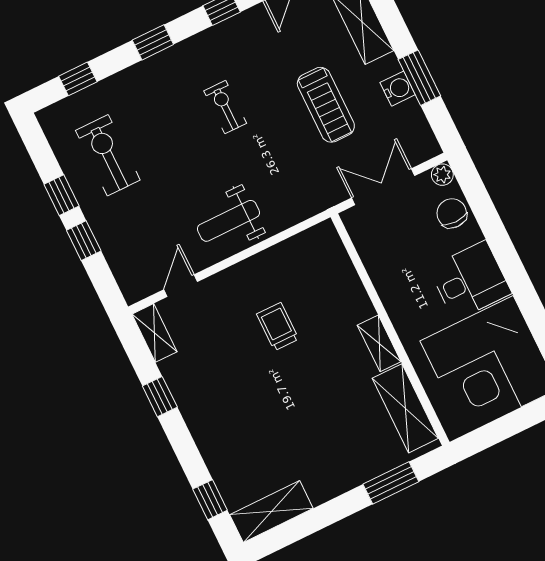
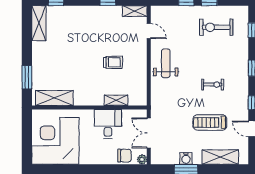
treadmill: (326, 105) -> (210, 122), moved
exercise bike: (108, 155) -> (216, 27), turned 180
double door: (383, 187) -> (149, 133), swing flipped
desk: (470, 281) -> (108, 124), moved, turned 180
shelving: (379, 343) -> (116, 100), moved

